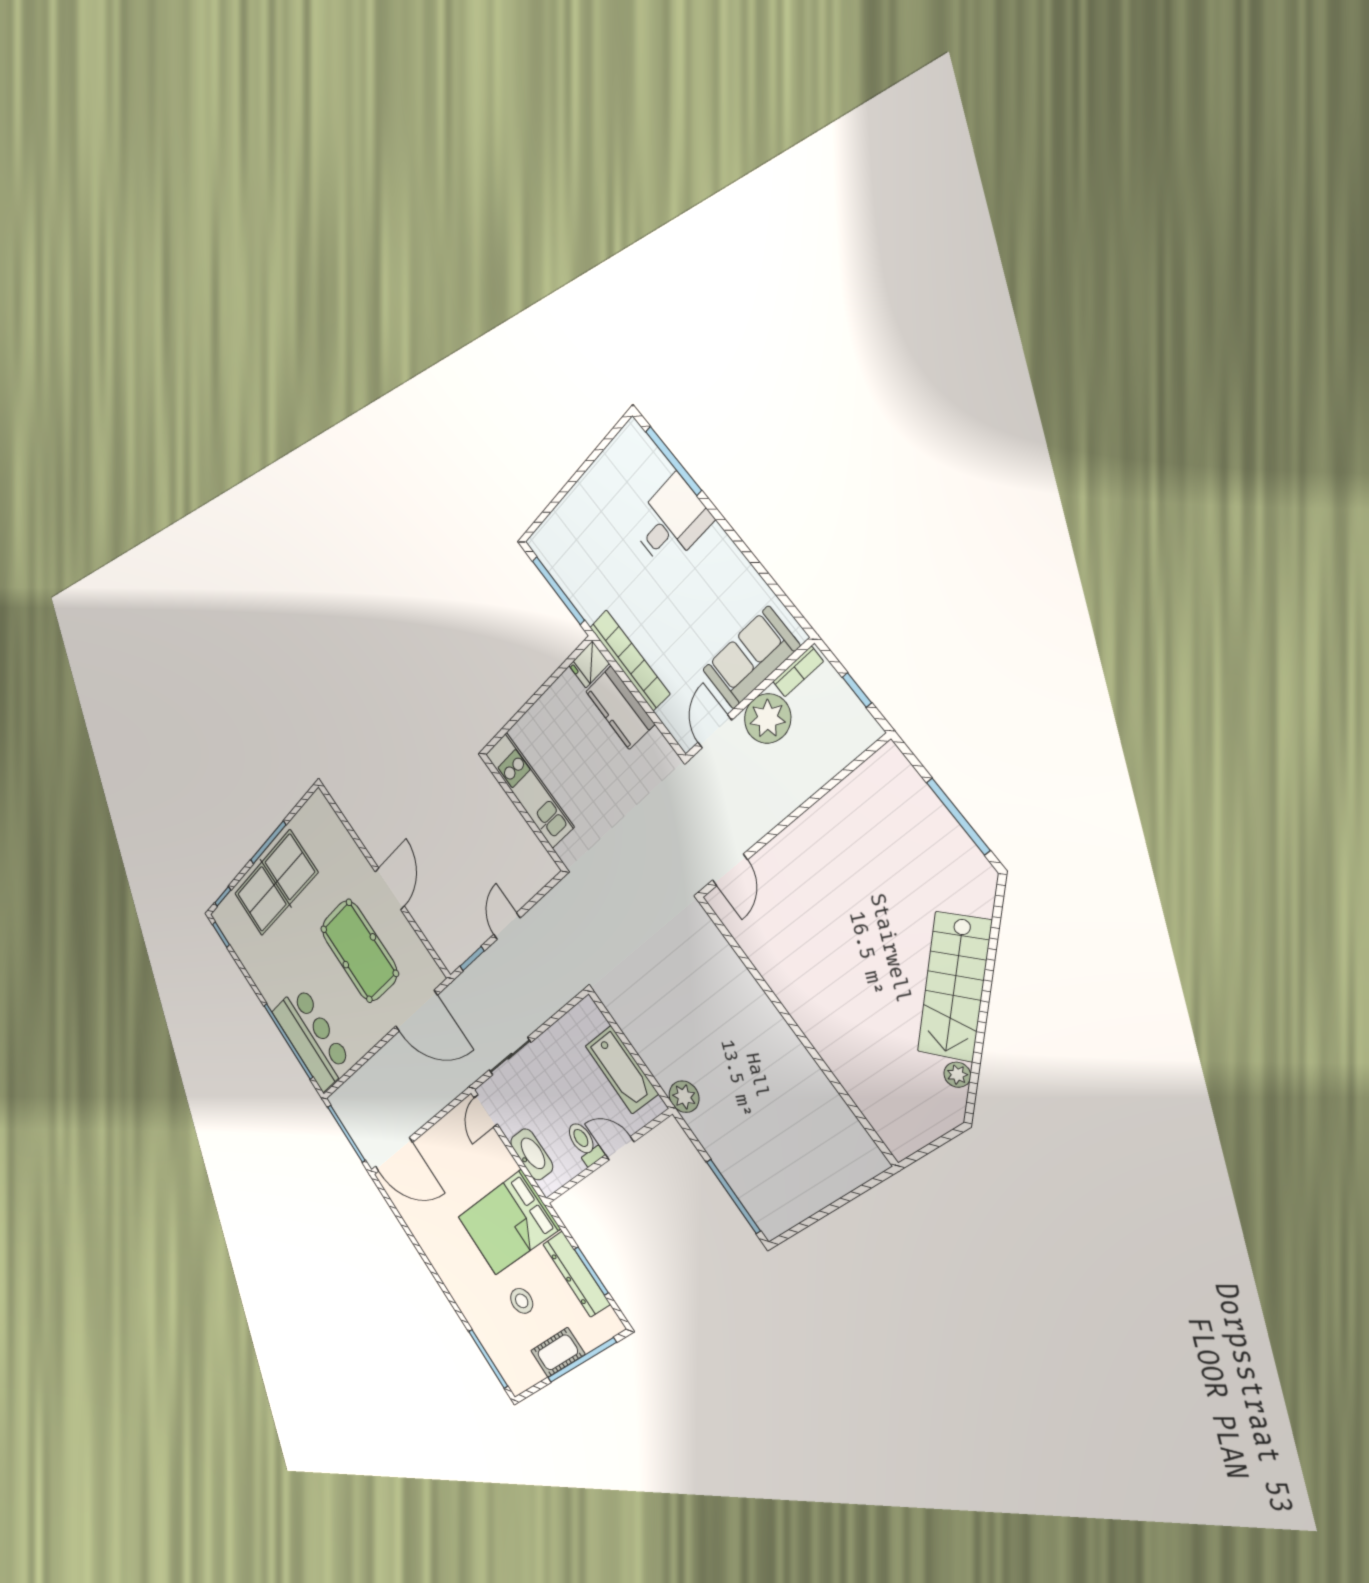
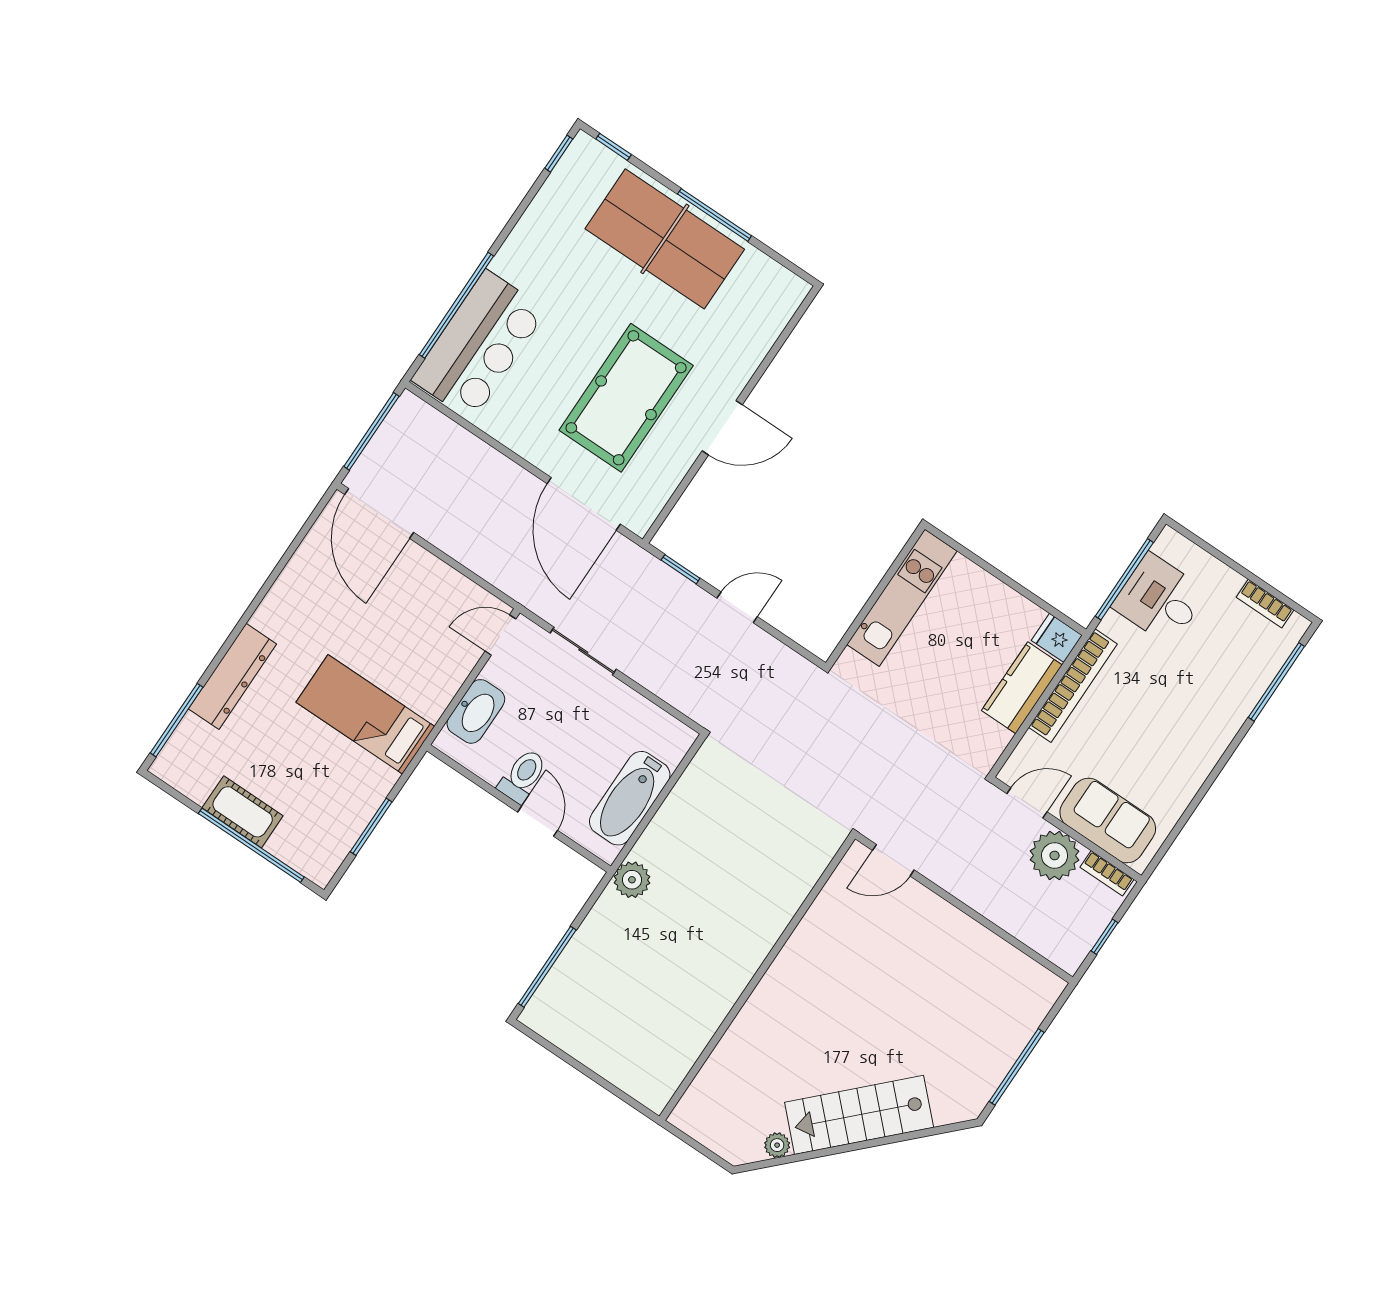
bookcase: (606, 460) -> (1265, 604), added
desk: (671, 522) -> (1160, 599), moved, turned 180
bed: (508, 1223) -> (365, 714), width x0.67
dresser: (576, 1274) -> (232, 676), moved, turned 180
stool: (522, 1301) -> (282, 747), removed

